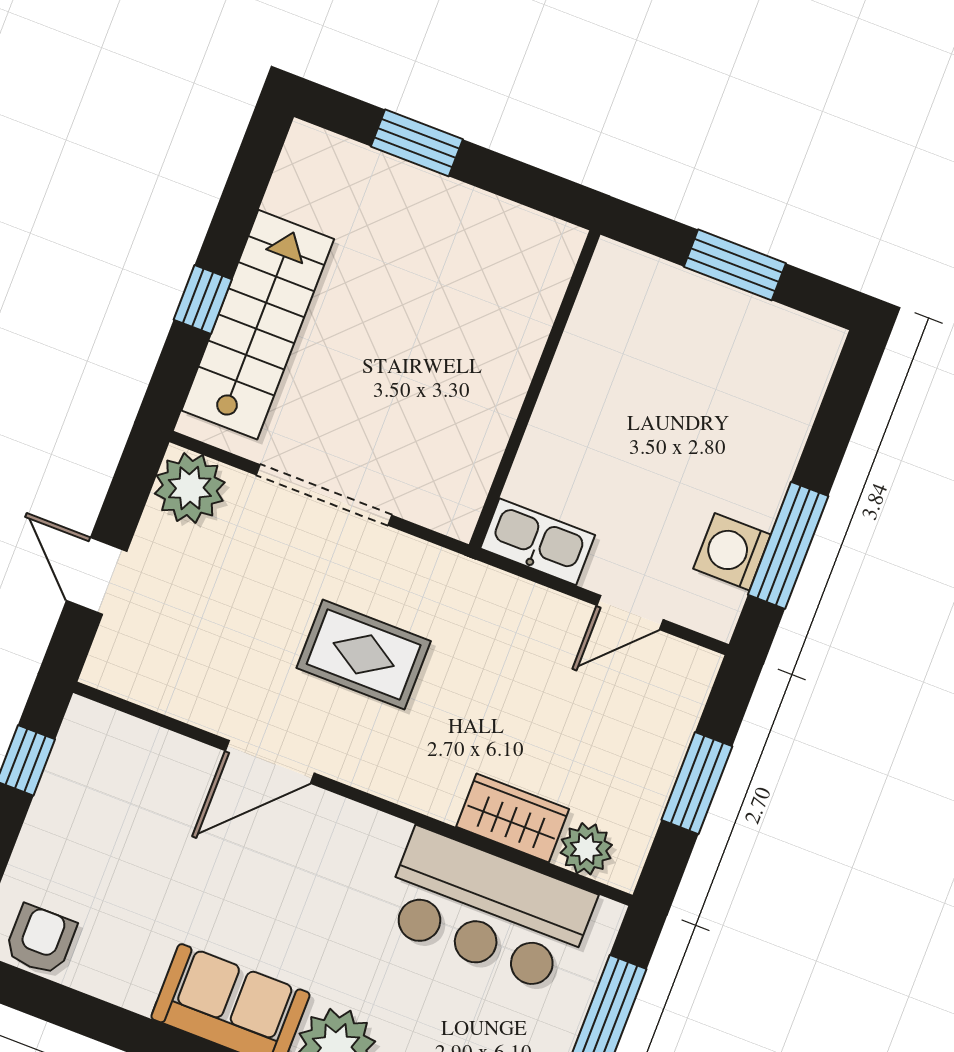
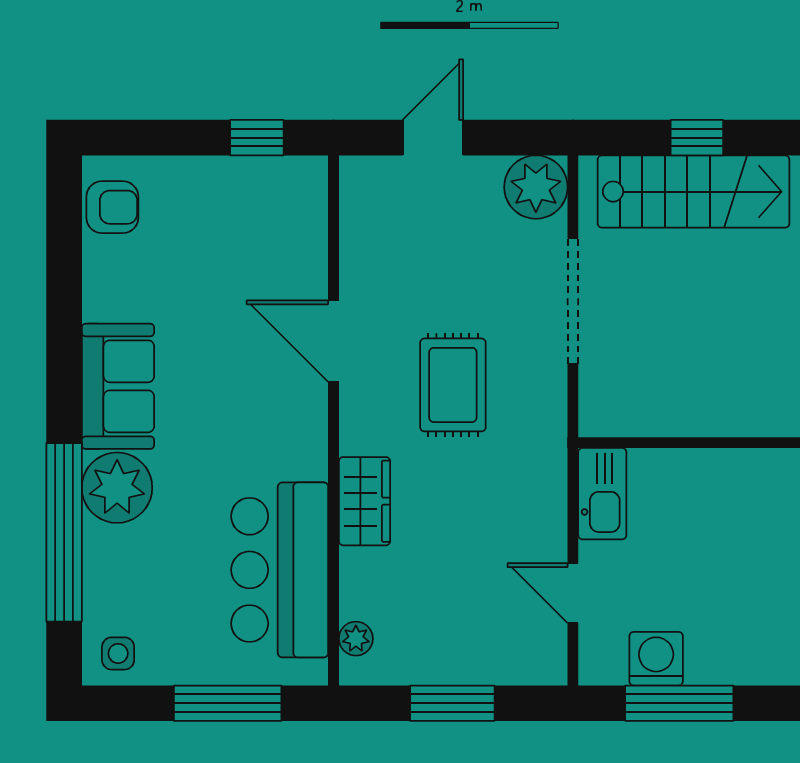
wardrobe: (513, 818) -> (364, 501), moved
plant: (586, 849) -> (356, 639), width x0.73, depth x0.73

